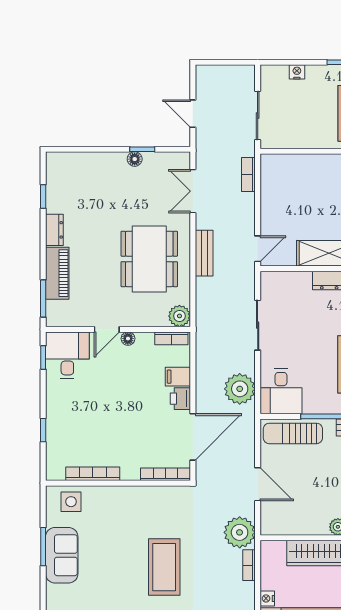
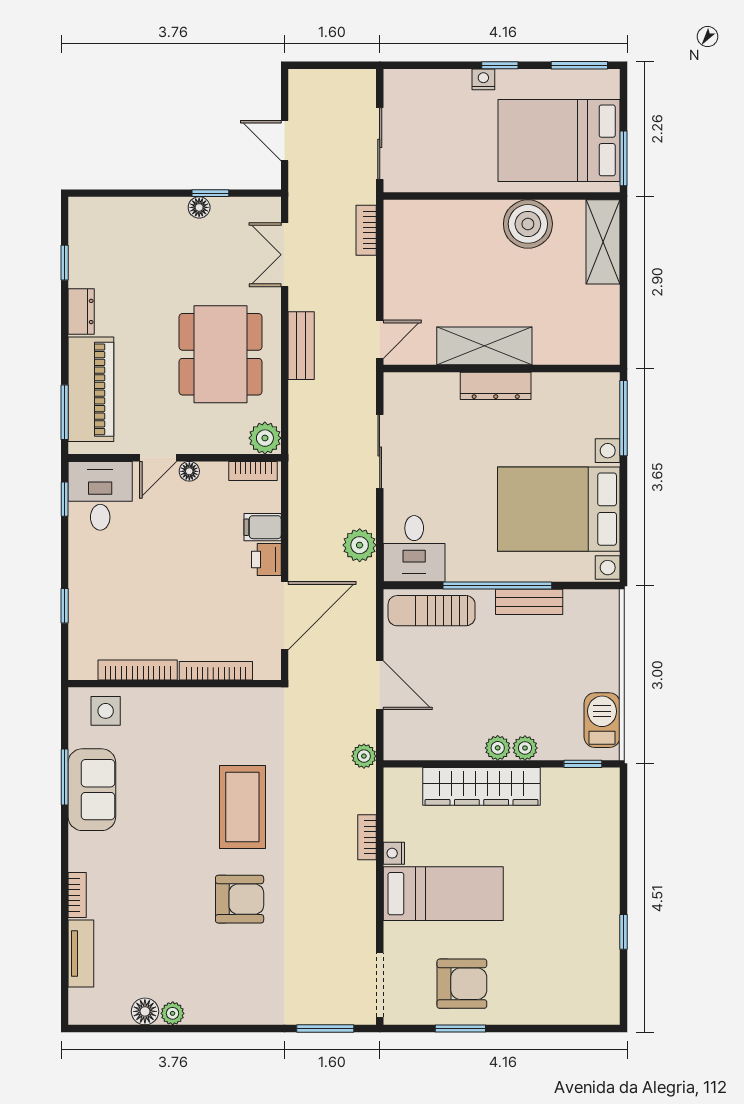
nightstand: (297, 72) -> (483, 79), moved
piano: (57, 273) -> (91, 389), width x1.37, depth x1.33
plant: (240, 389) -> (360, 545), width x0.73, depth x0.73
bookcase: (166, 474) -> (216, 671), moved
plant: (240, 532) -> (364, 756), width x0.53, depth x0.53
bookcase: (249, 565) -> (367, 837), moved

